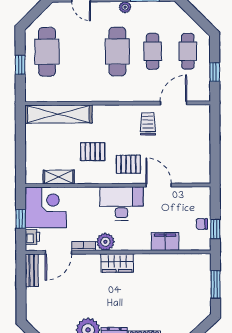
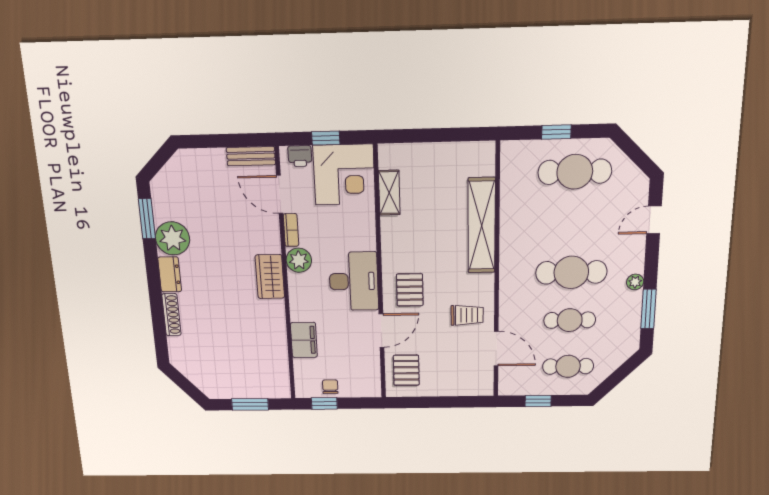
shelving: (58, 114) -> (482, 226), moved
pallet: (93, 152) -> (406, 370), moved

